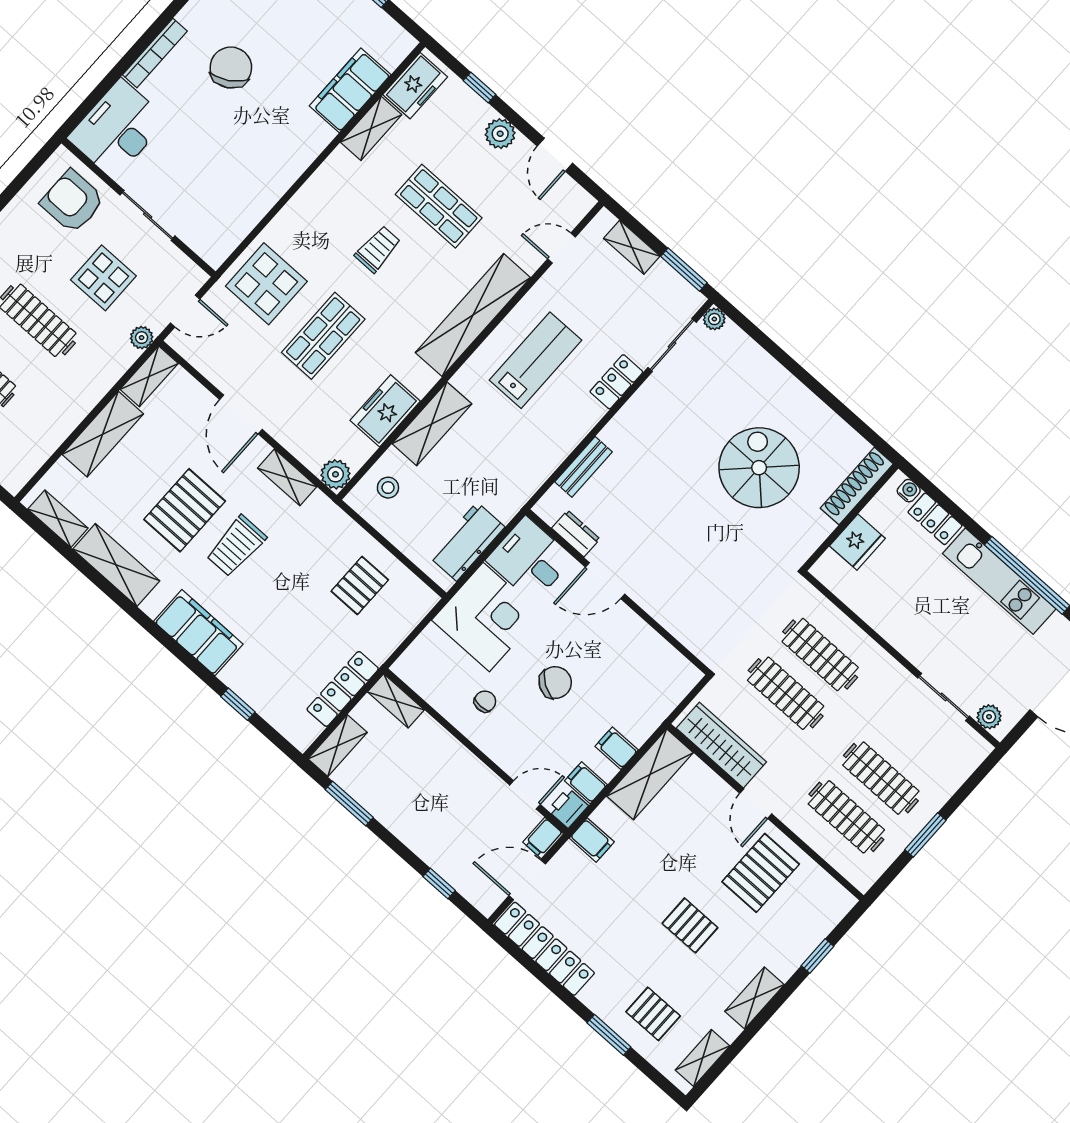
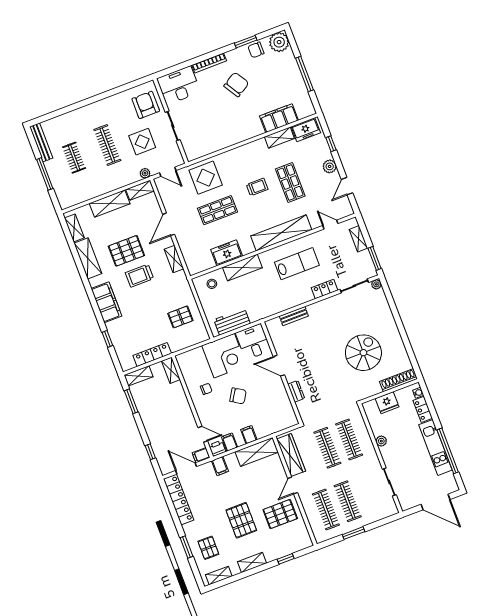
plant: (336, 474) -> (194, 268), removed
dresser: (576, 534) -> (296, 391), moved
plant: (989, 717) -> (381, 441), moved
pallet: (690, 925) -> (241, 520), width x1.50, depth x1.42

